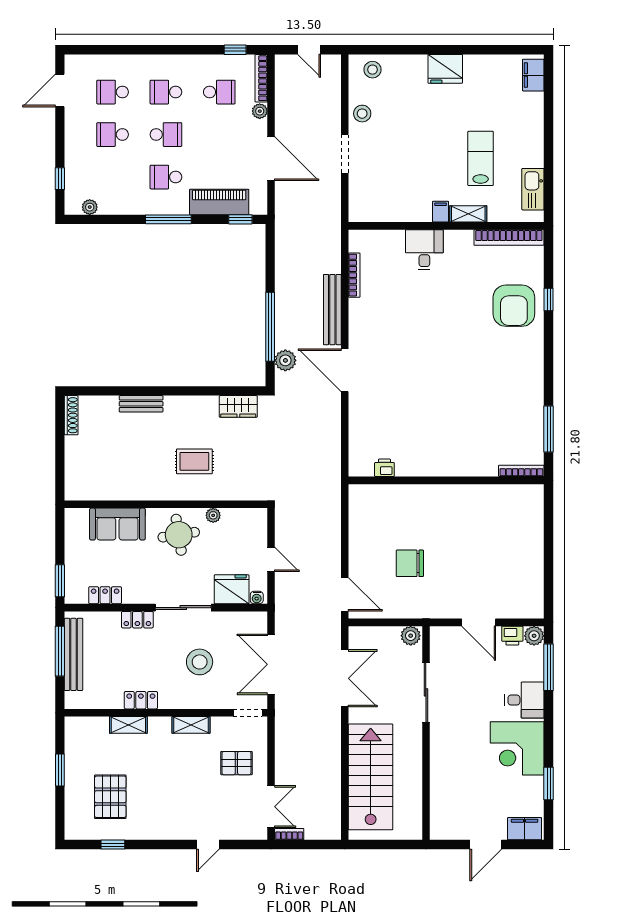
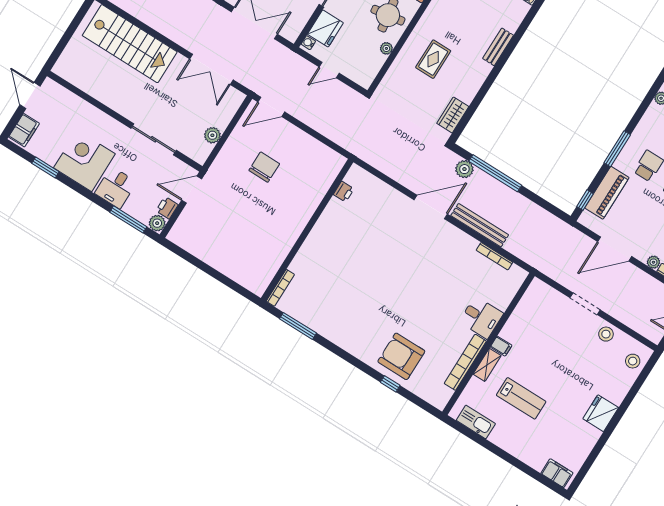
bookcase: (509, 237) -> (465, 362), moved
sliding door: (426, 692) -> (154, 139), moved
wall: (426, 733) -> (125, 121), moved

